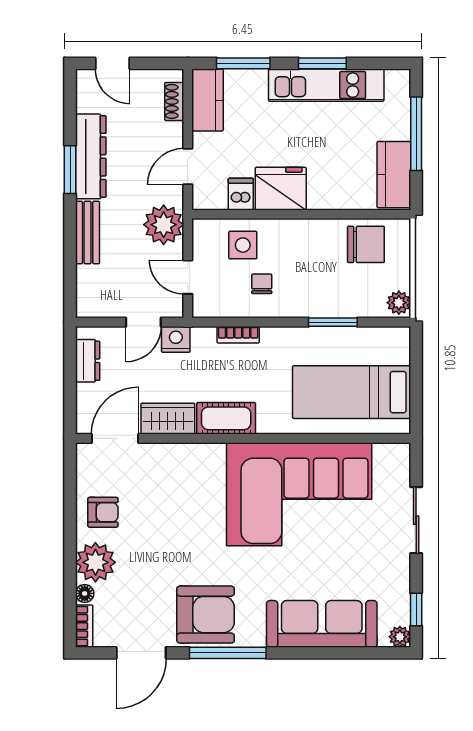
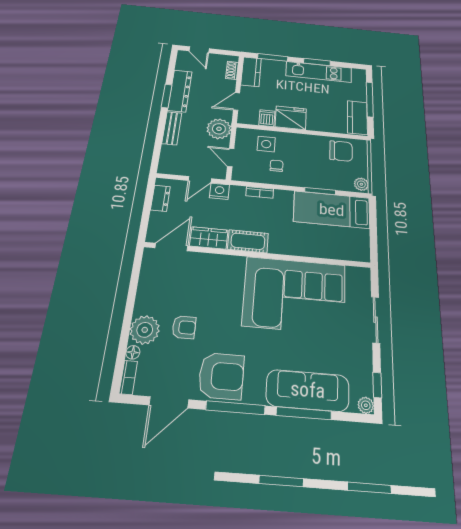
bed: (352, 392) -> (332, 210), moved
armchair: (103, 512) -> (184, 327), moved
window: (317, 653) -> (304, 413), added

